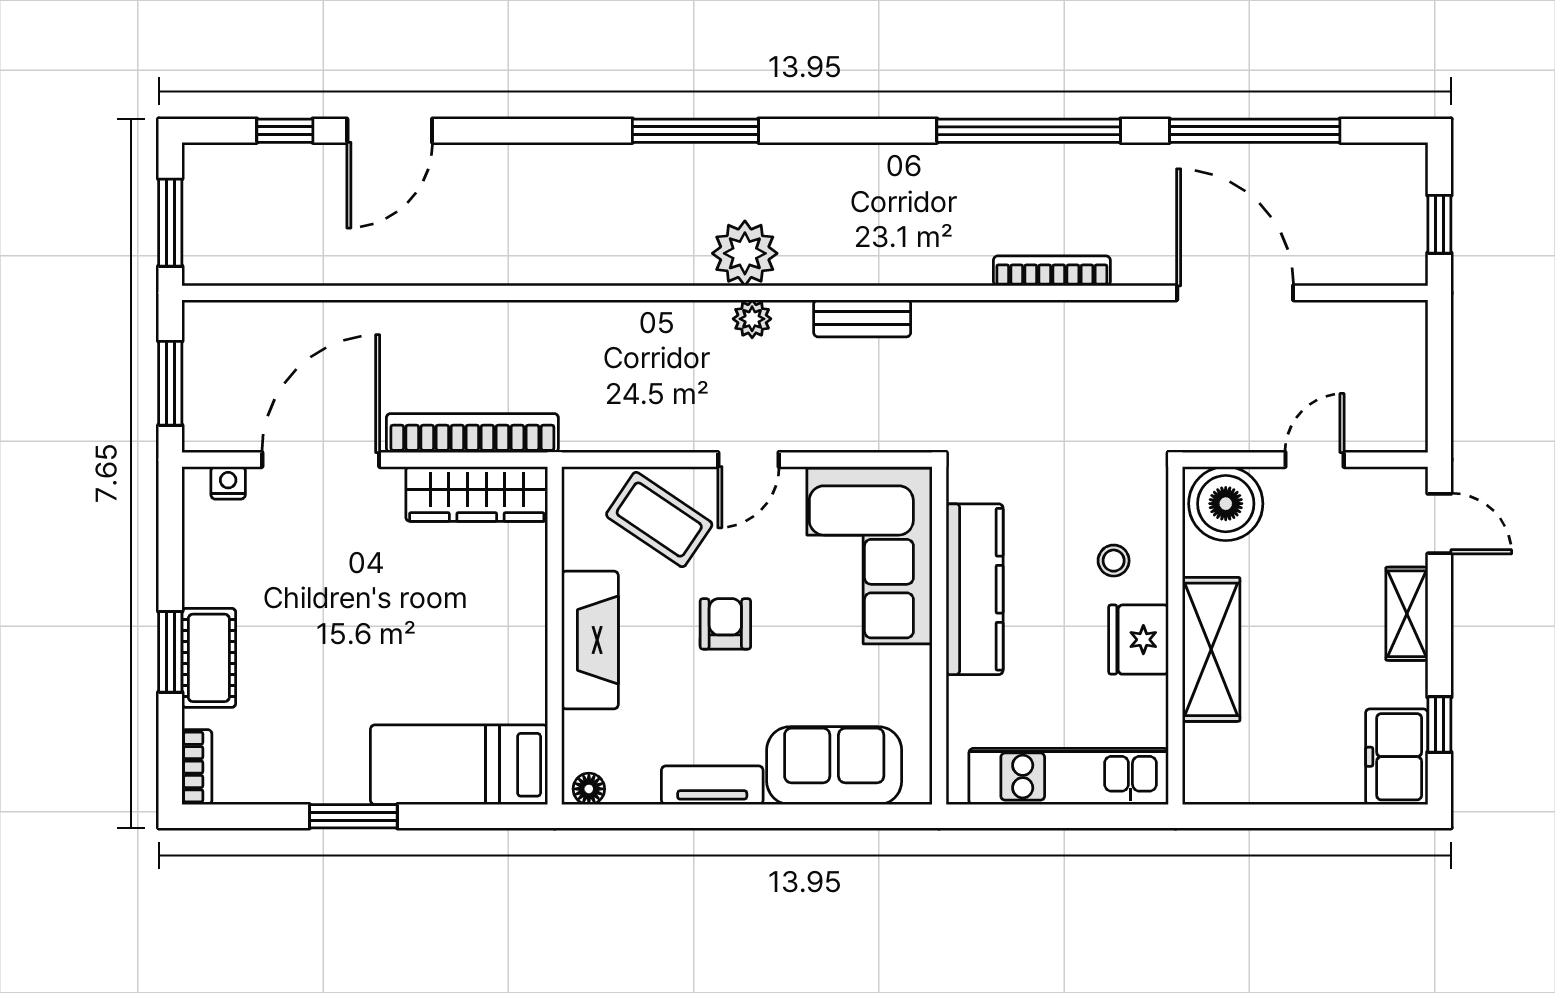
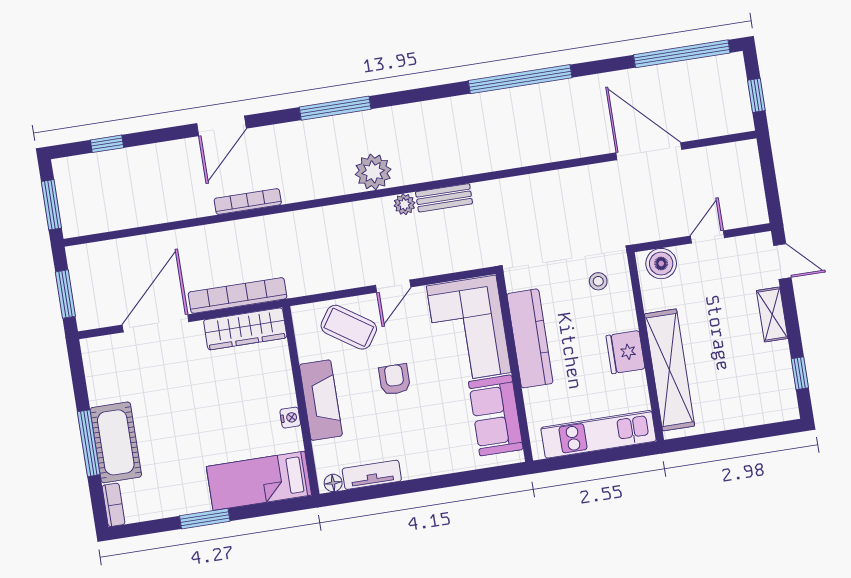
door: (390, 131) -> (221, 126), moved
window: (1255, 131) -> (682, 54), moved
bookcase: (1052, 271) -> (248, 202), moved
plant: (752, 319) -> (404, 204), moved
nightstand: (228, 483) -> (290, 418), moved, turned 90
boiler: (1226, 504) -> (661, 264), width x0.73, depth x0.73
stool: (1114, 561) -> (598, 281), moved
shelving: (1211, 649) -> (669, 370), width x1.47
window: (170, 652) -> (89, 443), width x1.44
cot: (209, 658) -> (116, 442), width x1.37, depth x1.34
freezer: (1397, 757) -> (779, 395), removed
sofa: (834, 766) -> (496, 415), moved, turned -90
tv unit: (712, 785) -> (372, 475), moved

